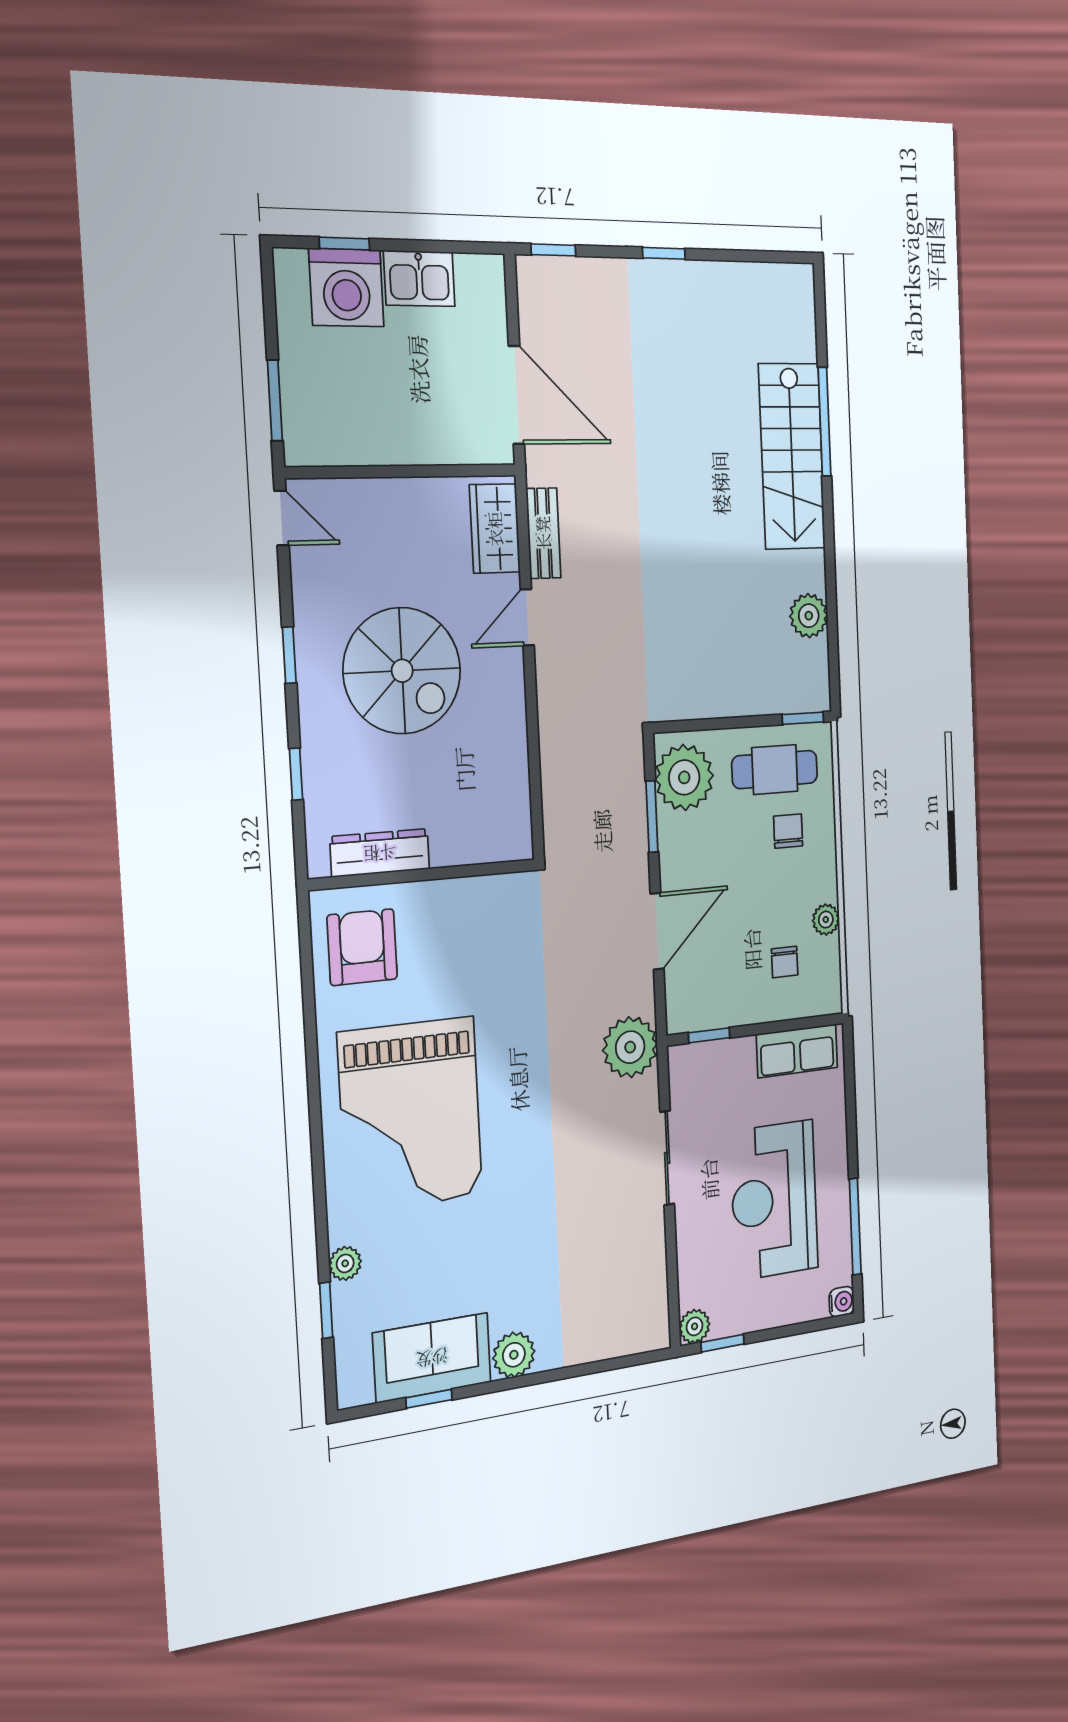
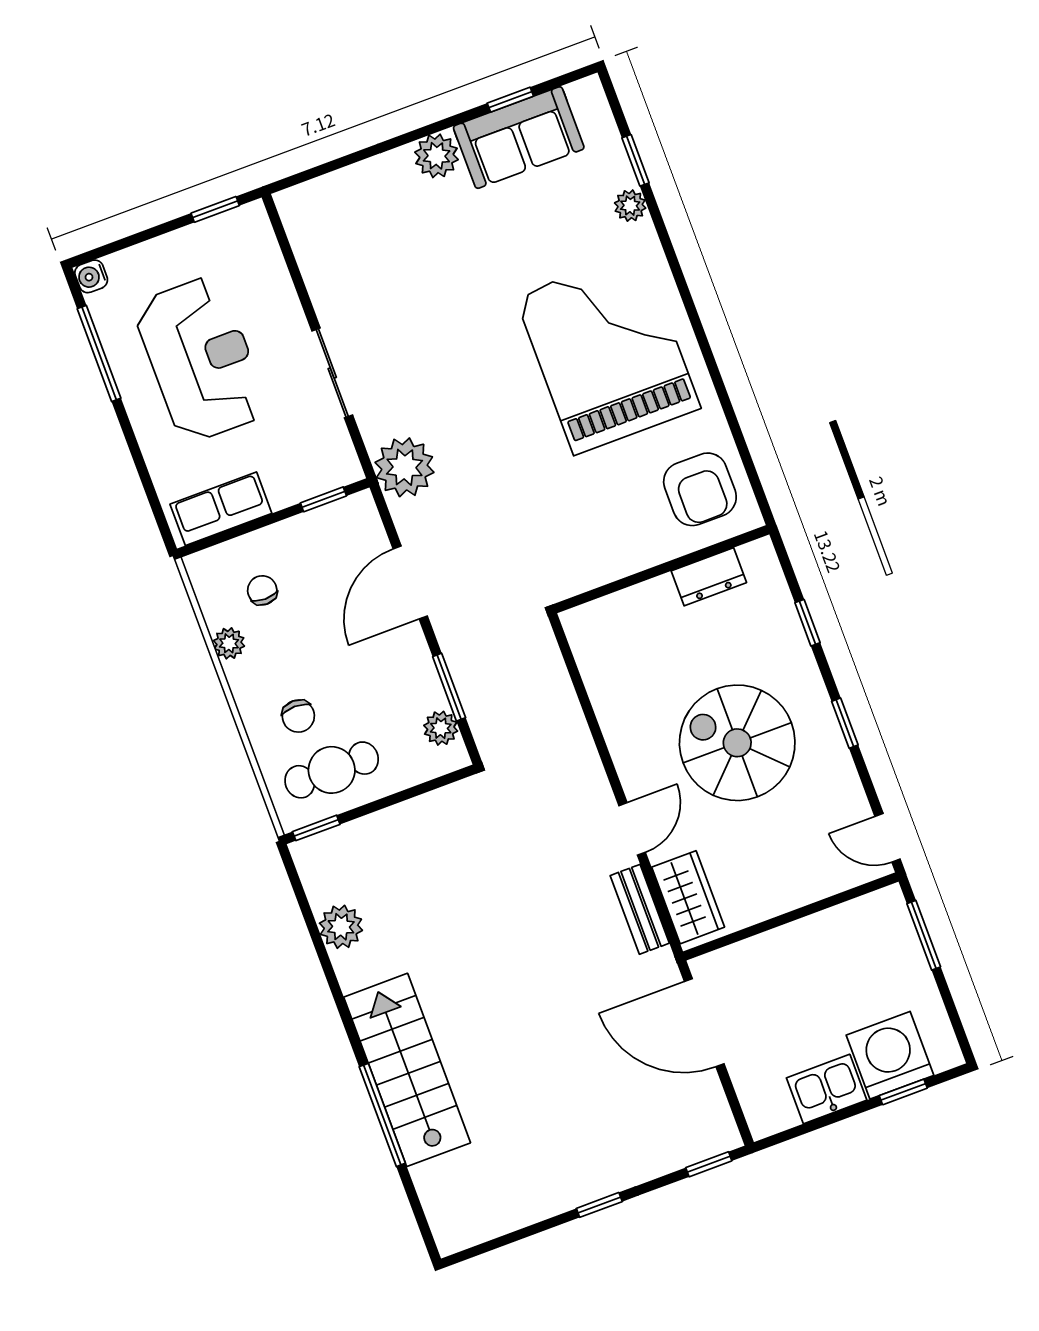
plant: (684, 777) -> (441, 728), width x0.53, depth x0.53
dresser: (380, 853) -> (709, 577), width x0.70
plant: (695, 1326) -> (252, 219), removed

